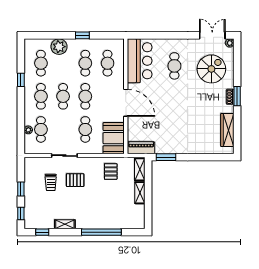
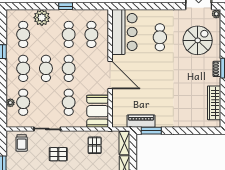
piano: (141, 148) -> (141, 121), moved
trolley: (51, 182) -> (22, 143), moved

